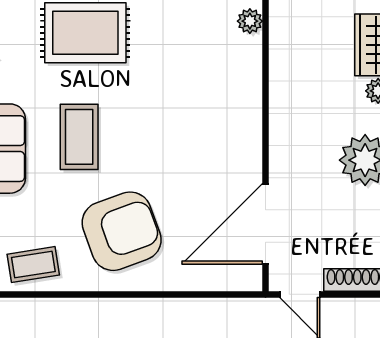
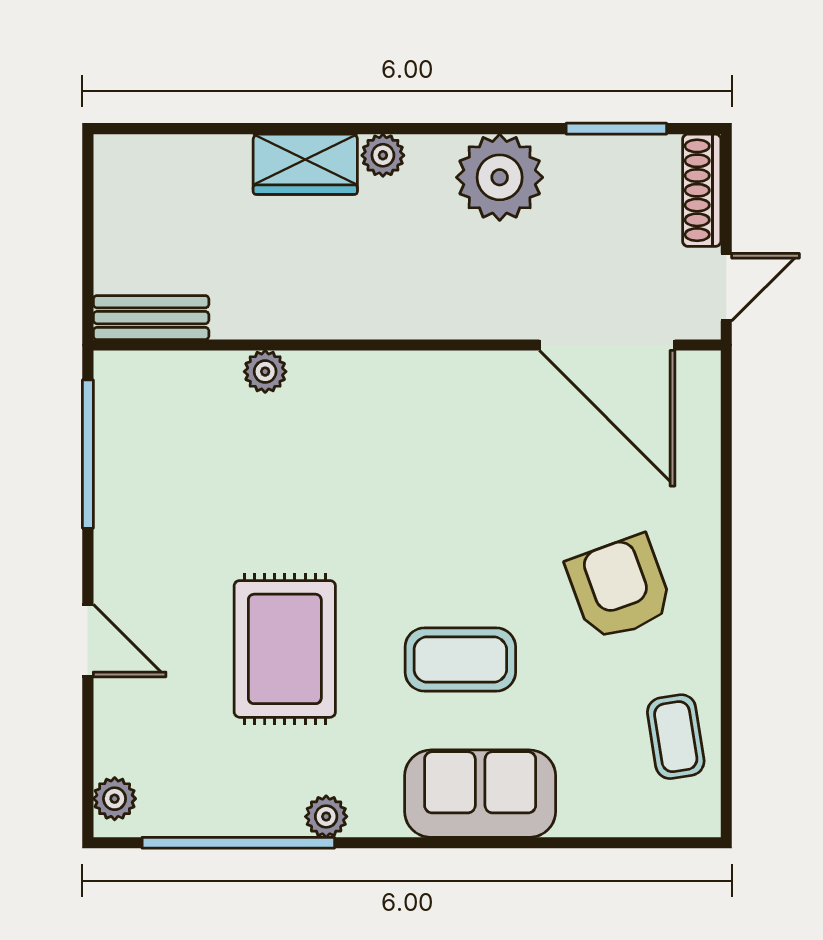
armchair: (122, 231) -> (620, 588), width x0.73, depth x0.73

